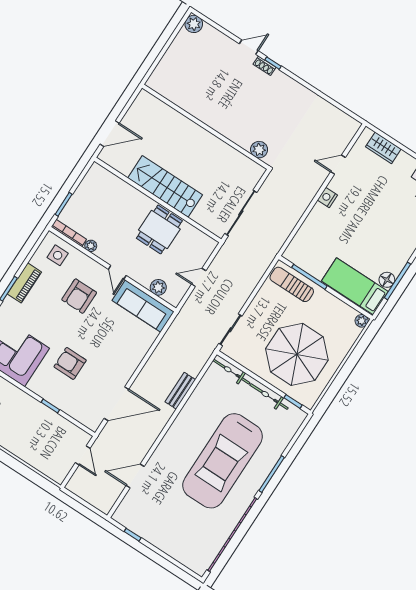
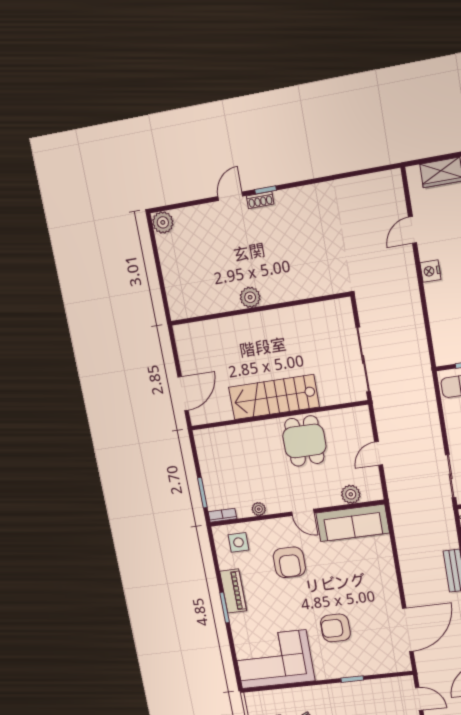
plant: (259, 150) -> (250, 297), moved
bookcase: (69, 233) -> (222, 515), width x0.64

